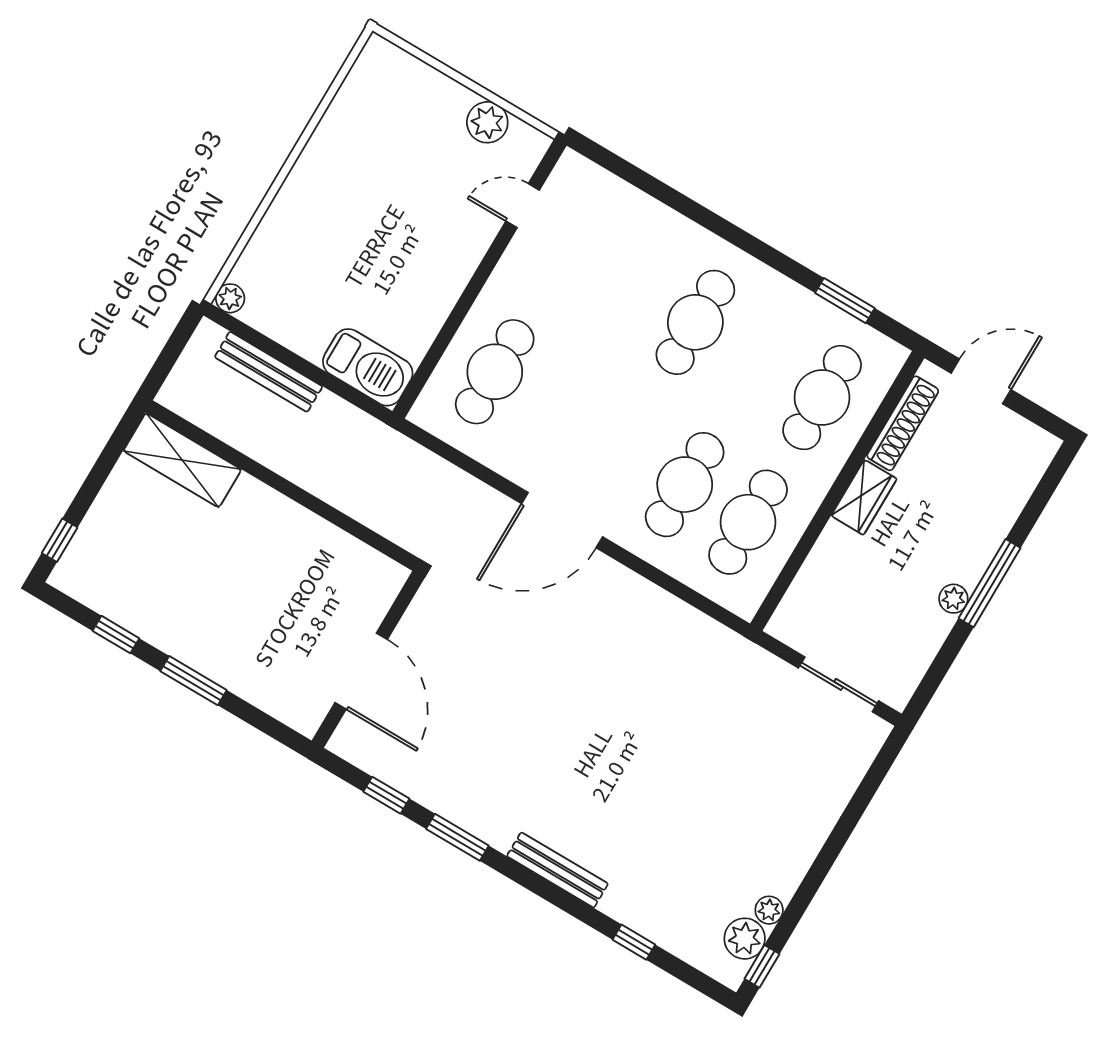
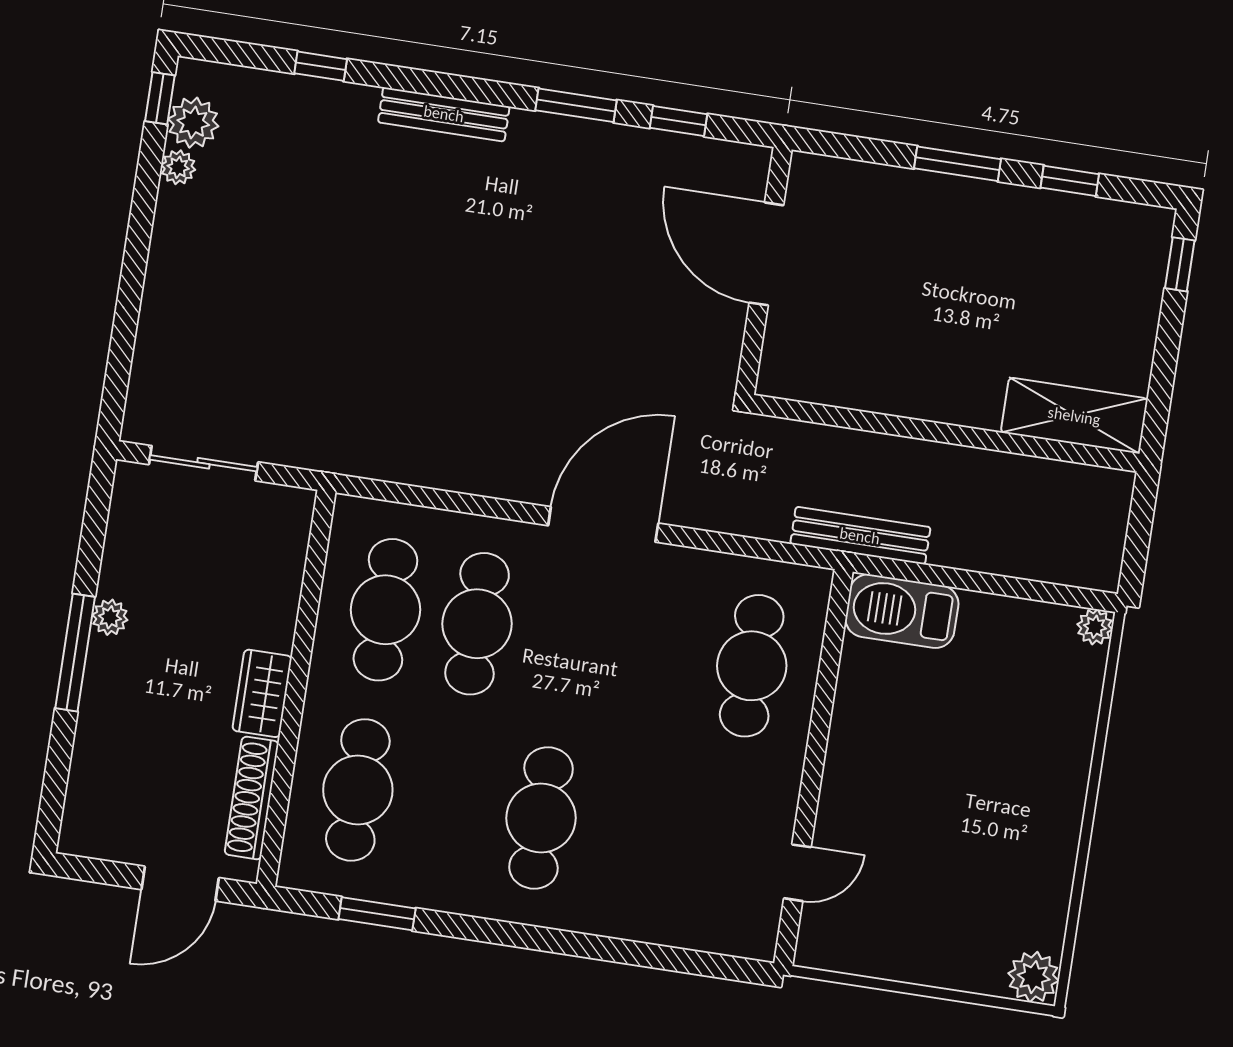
plant: (487, 122) -> (1034, 977), moved
bench: (269, 372) -> (860, 536), moved

